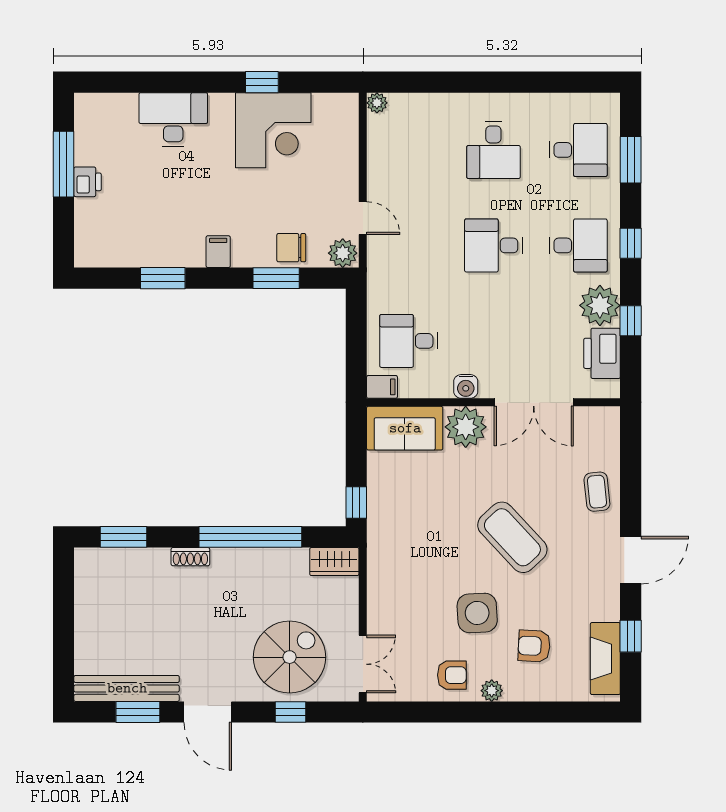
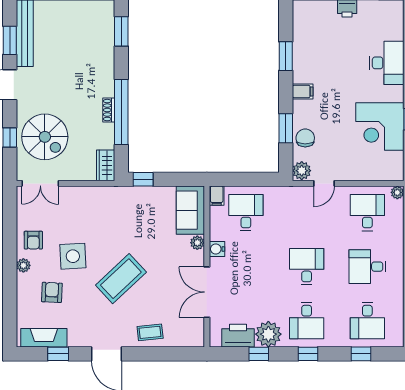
desk: (409, 150) -> (367, 213), added
window: (631, 160) -> (361, 354), width x0.67
plant: (466, 427) -> (197, 243), width x0.53, depth x0.53
shoe rack: (190, 557) -> (109, 110), moved

